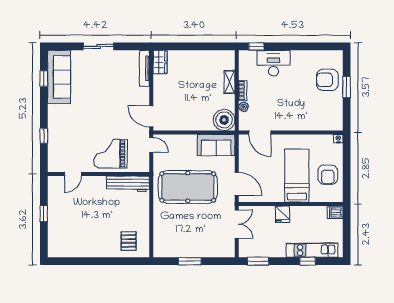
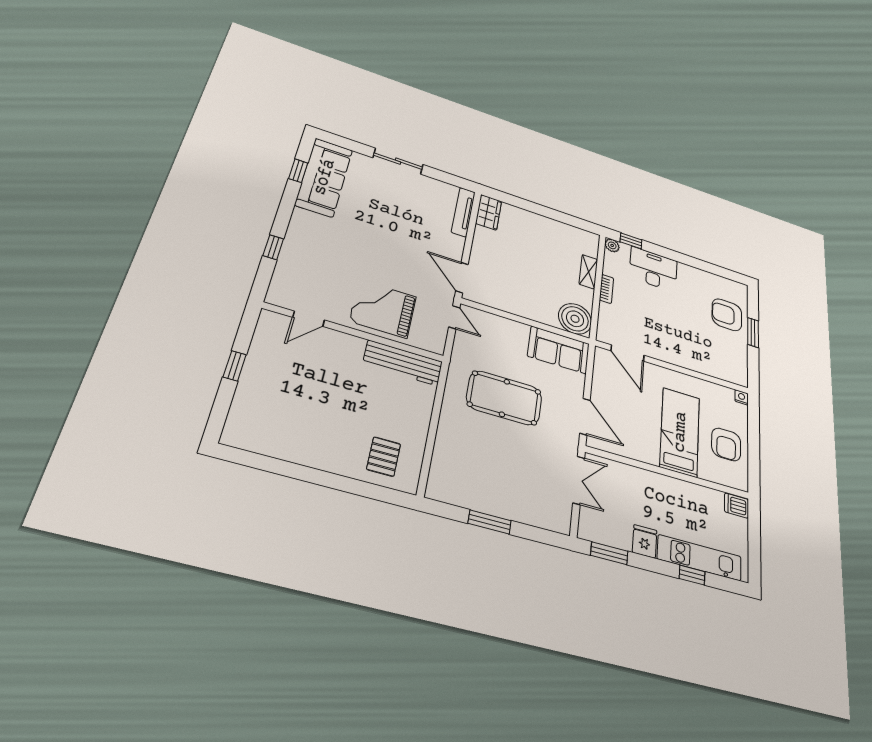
plant: (244, 107) -> (612, 245), moved
pool table: (188, 187) -> (504, 398), width x0.73, depth x0.76
fridge: (282, 214) -> (645, 541), moved, turned 180

